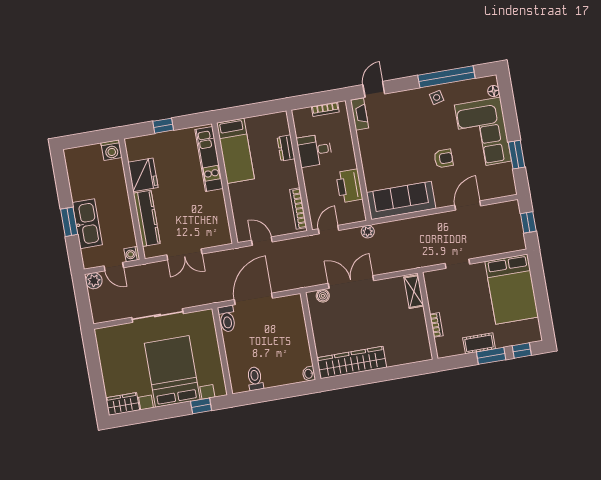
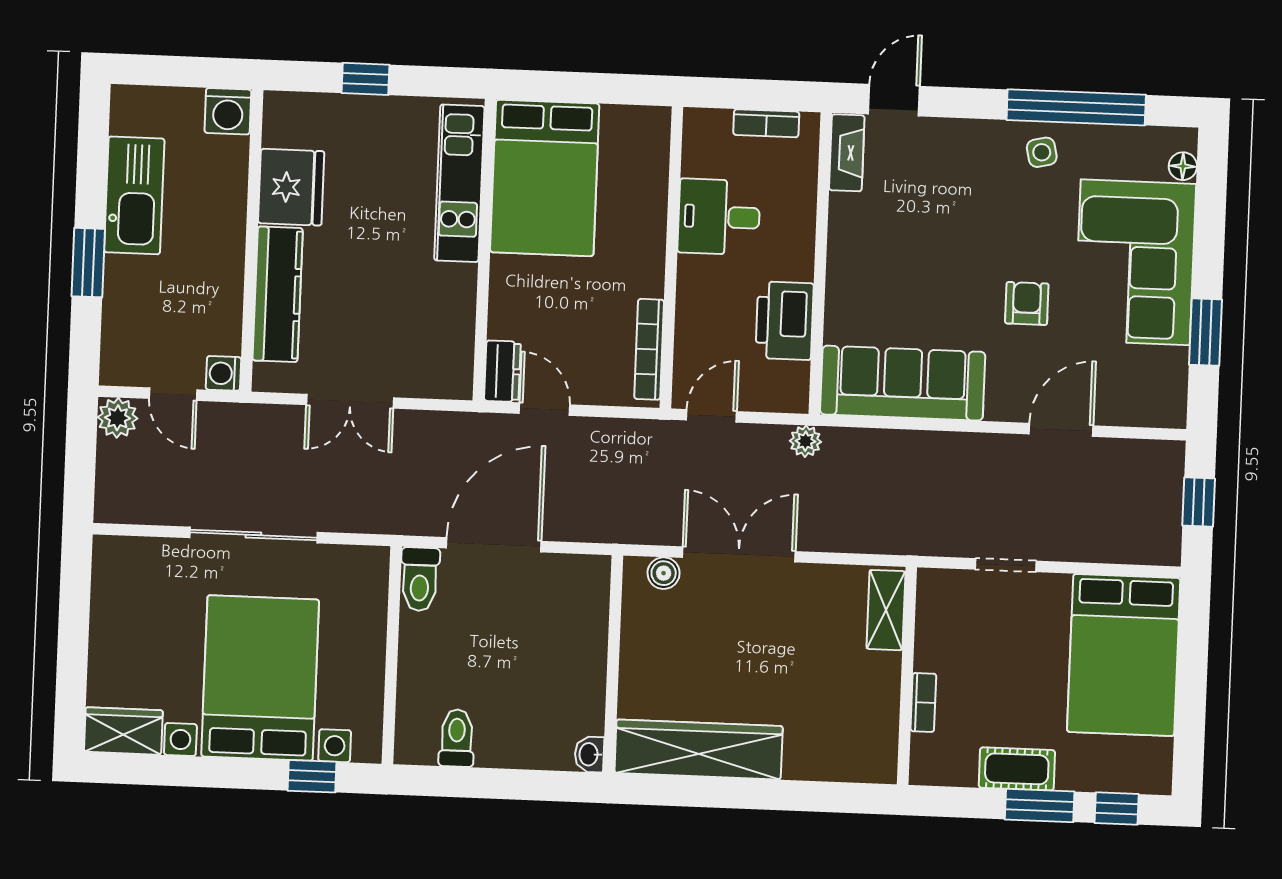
dresser: (286, 148) -> (502, 371), moved, turned 180
bed: (235, 151) -> (545, 178), width x1.50
armchair: (444, 158) -> (1027, 303), turned -90
kitchen sink: (87, 224) -> (134, 195), moved

